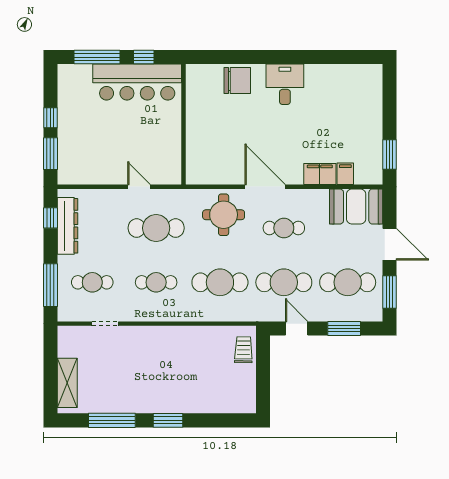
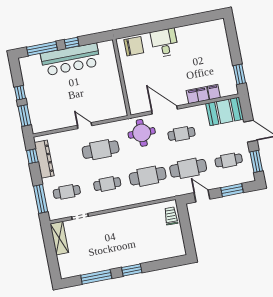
wall: (184, 124) -> (122, 77), moved
cafe table: (348, 282) -> (229, 160), width x0.73, depth x0.74
shelving: (67, 383) -> (59, 238), moved

